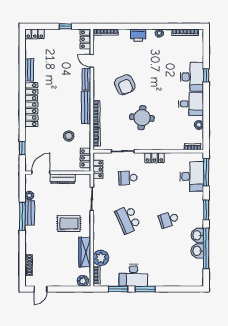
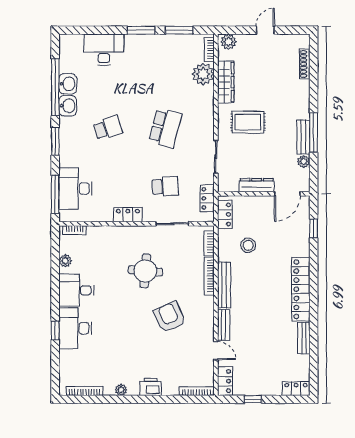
school desk: (128, 219) -> (165, 128), turned 39
desk: (133, 275) -> (104, 50), moved
door: (41, 289) -> (265, 30), moved

